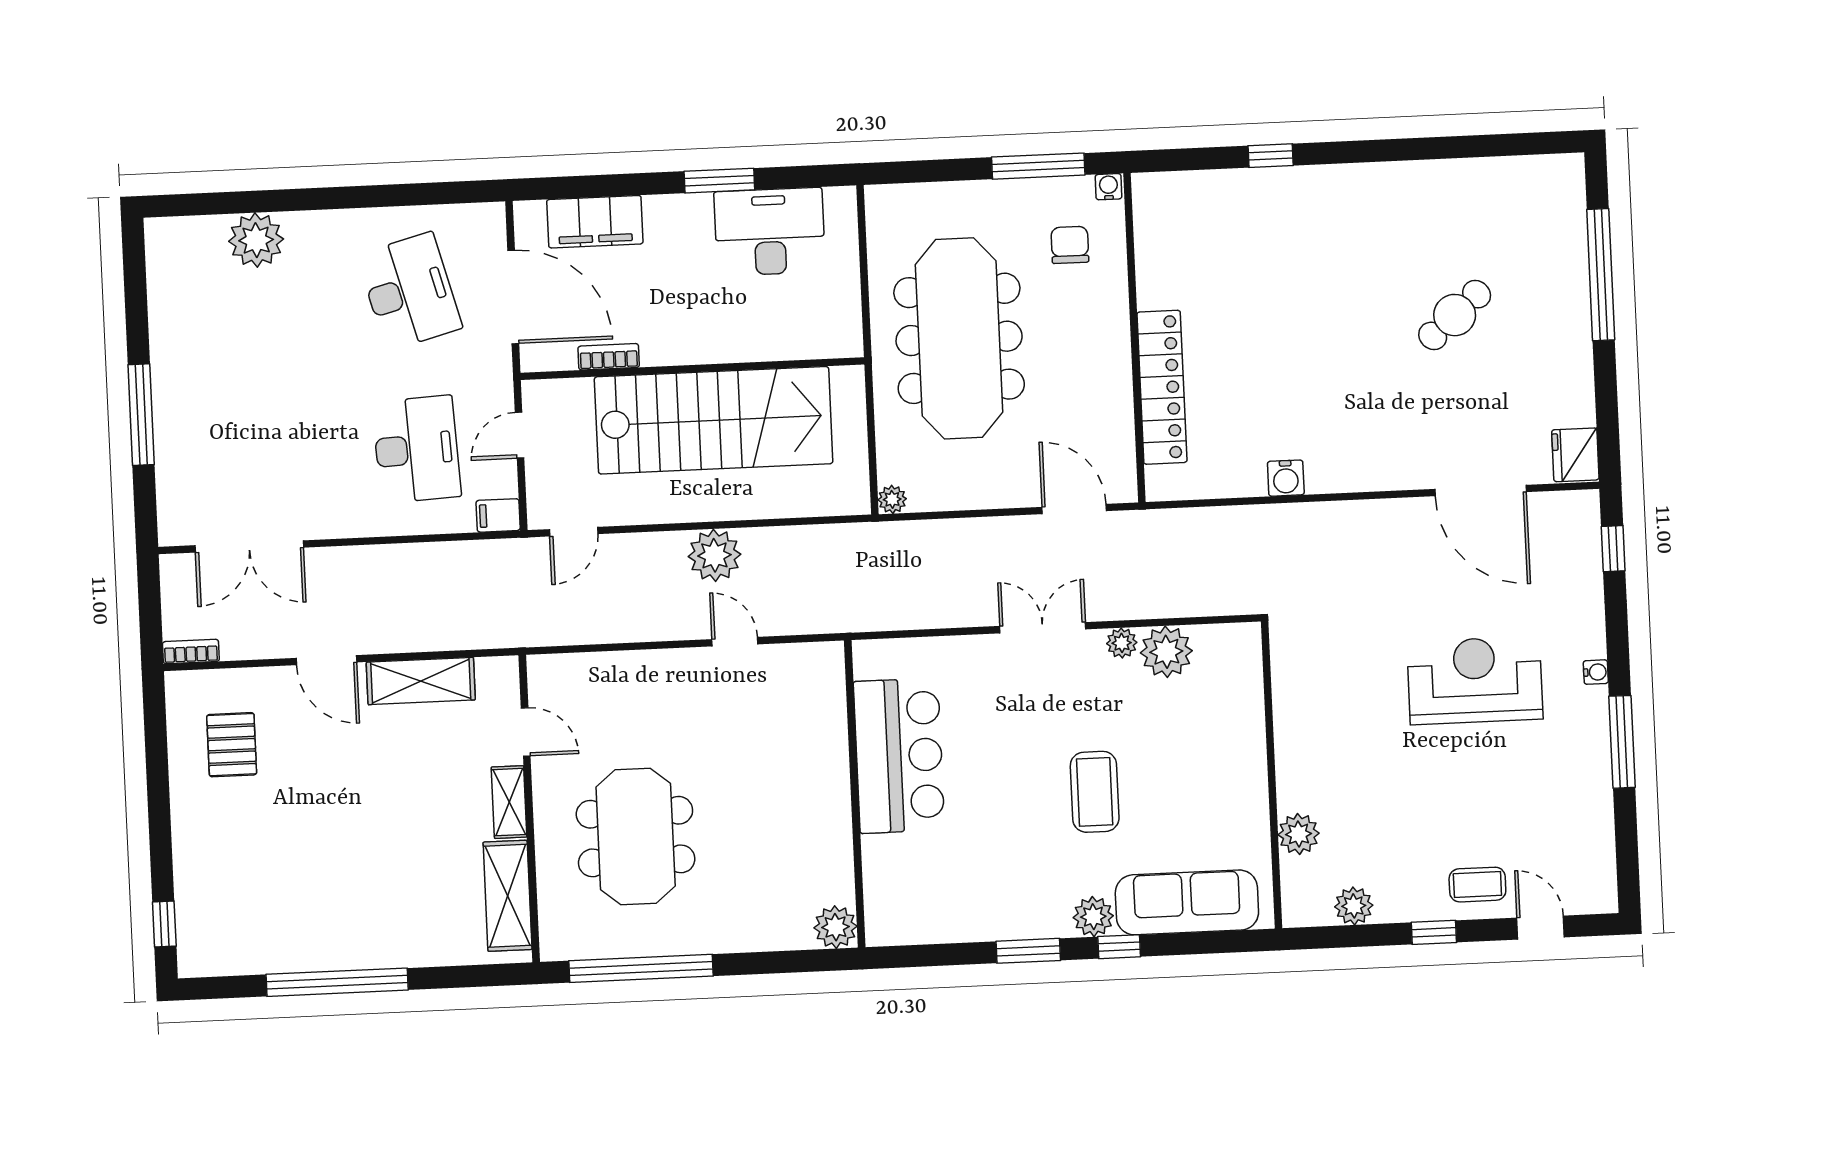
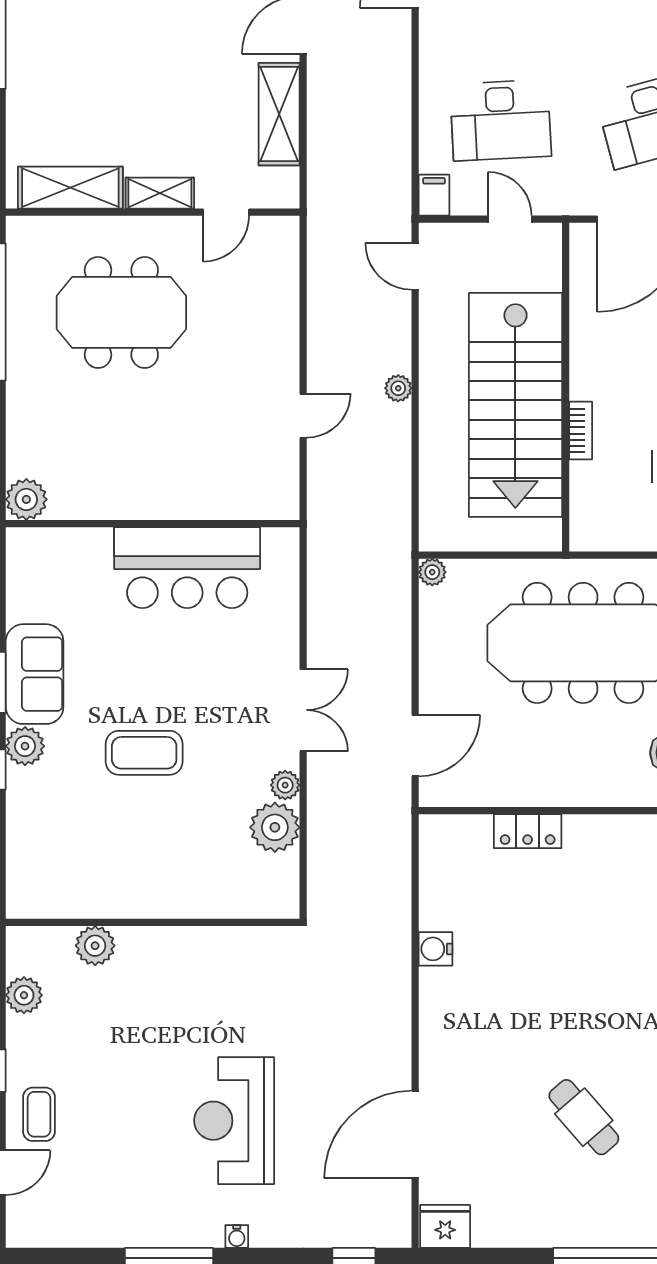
bookcase: (609, 357) -> (581, 431), moved
locker: (1162, 387) -> (528, 831), width x0.46, depth x0.83
plant: (714, 555) -> (398, 388), width x0.53, depth x0.53
reception desk: (1475, 680) -> (234, 1121), turned 180
sofa: (1187, 902) -> (35, 674), moved, width x0.73

